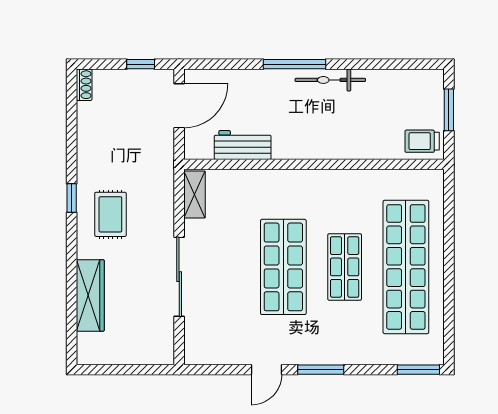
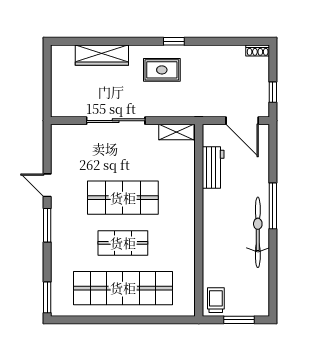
bicycle: (330, 80) -> (258, 232), width x1.37, depth x1.40

